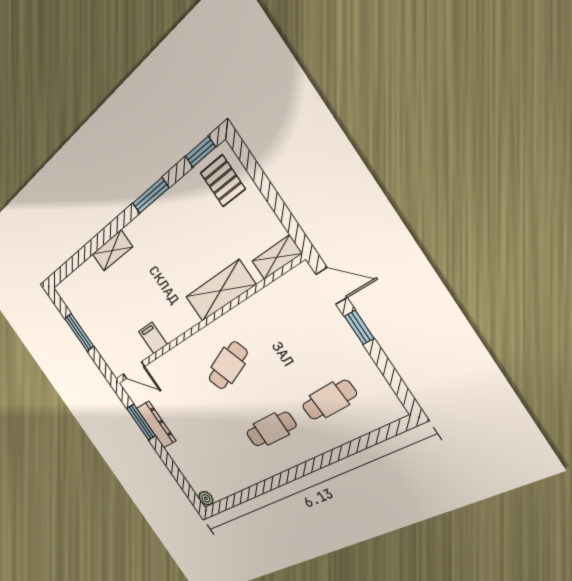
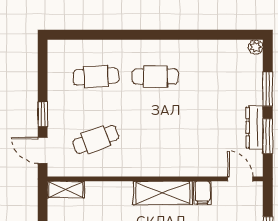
shelving: (220, 291) -> (163, 193), moved
cafe table: (228, 366) -> (96, 140), moved
window: (171, 465) -> (268, 89), added

